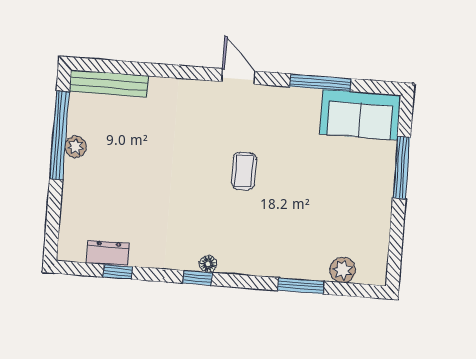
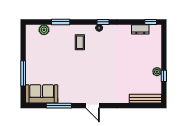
window: (59, 135) -> (164, 76), width x0.32
coffee table: (244, 171) -> (80, 42), moved
window: (118, 272) -> (151, 22), moved

